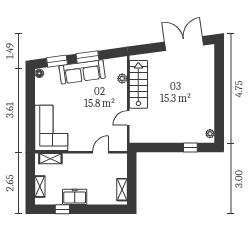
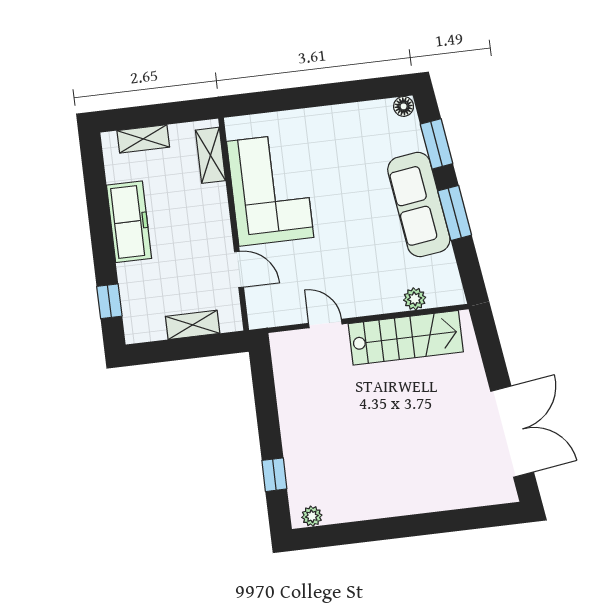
corner sofa: (51, 128) -> (270, 189), moved, turned -90
shelving: (122, 190) -> (193, 325), moved
freezer: (75, 197) -> (129, 222), width x1.40
window: (62, 209) -> (109, 301), moved

